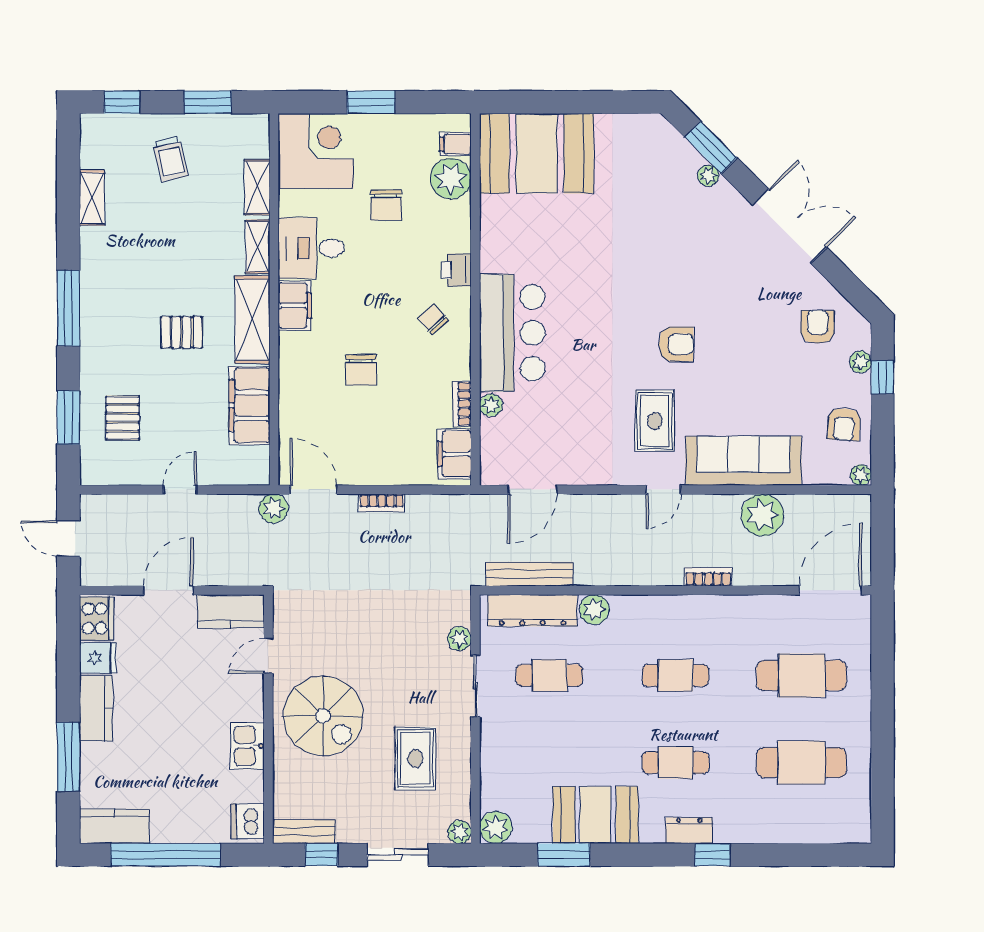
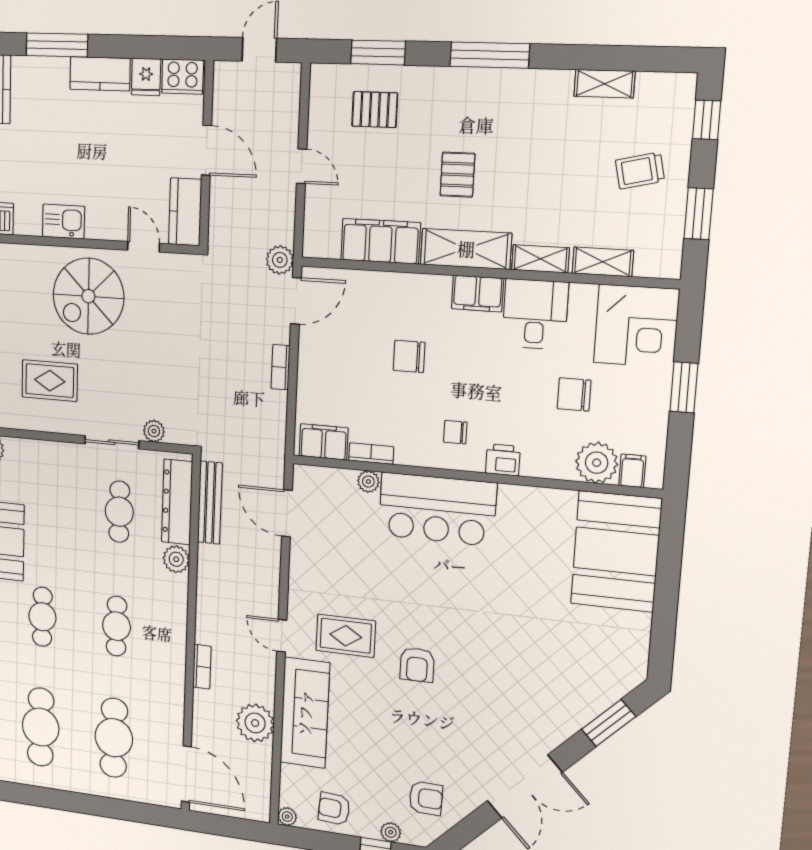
plant: (708, 176) -> (580, 717), removed
chair: (433, 319) -> (455, 432), turned -138

